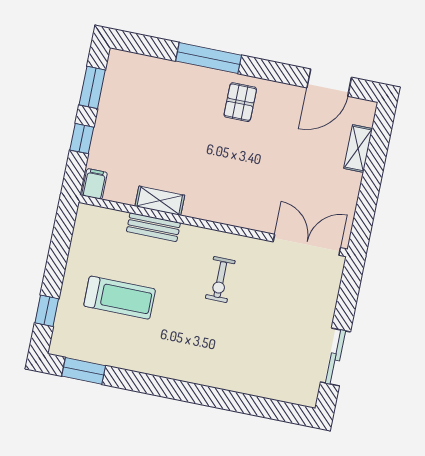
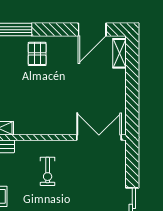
shelving: (358, 148) -> (119, 53), moved

